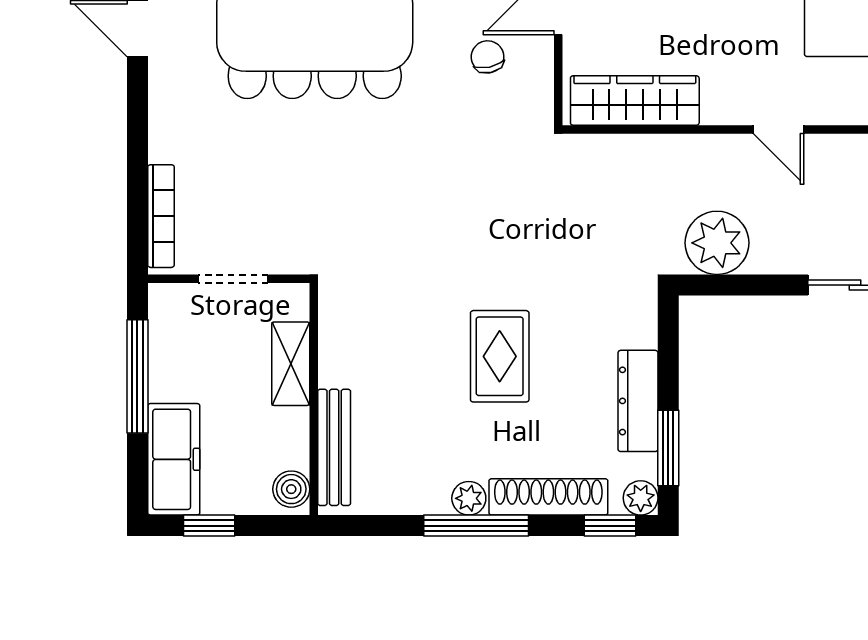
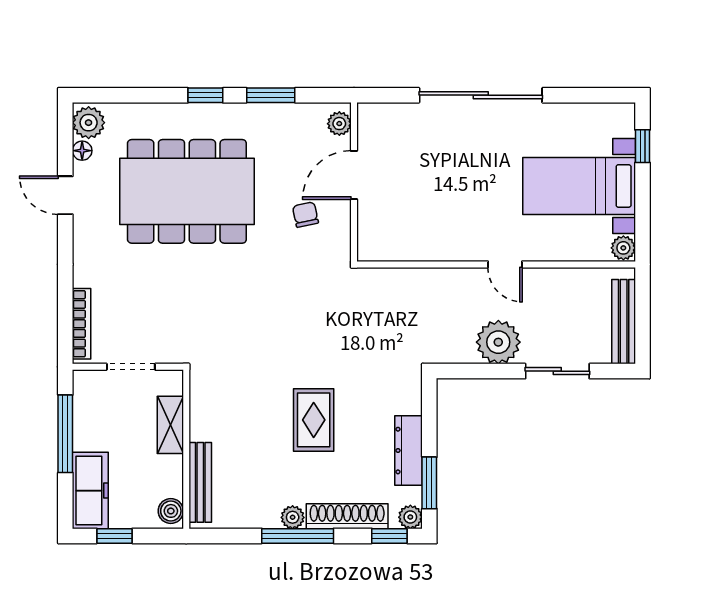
wardrobe: (635, 101) -> (406, 245), removed
plant: (717, 243) -> (498, 342), moved

